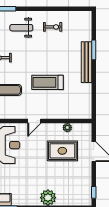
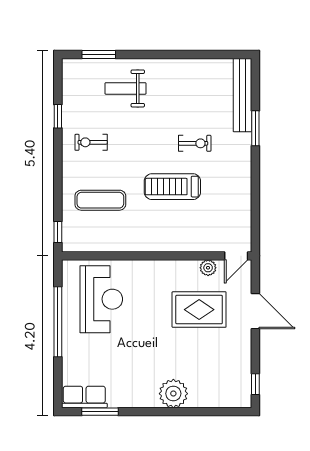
exercise bike: (53, 27) -> (195, 143), moved
bench: (86, 62) -> (242, 95), moved
door: (34, 121) -> (236, 256), moved

